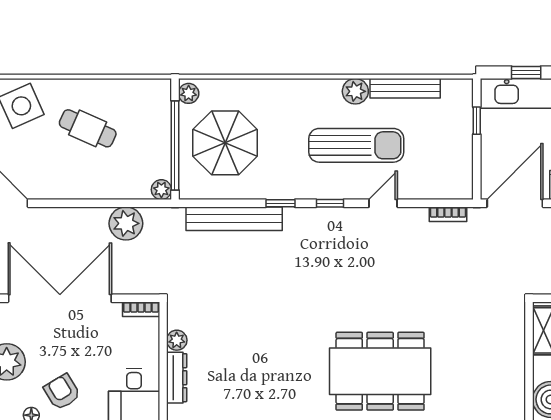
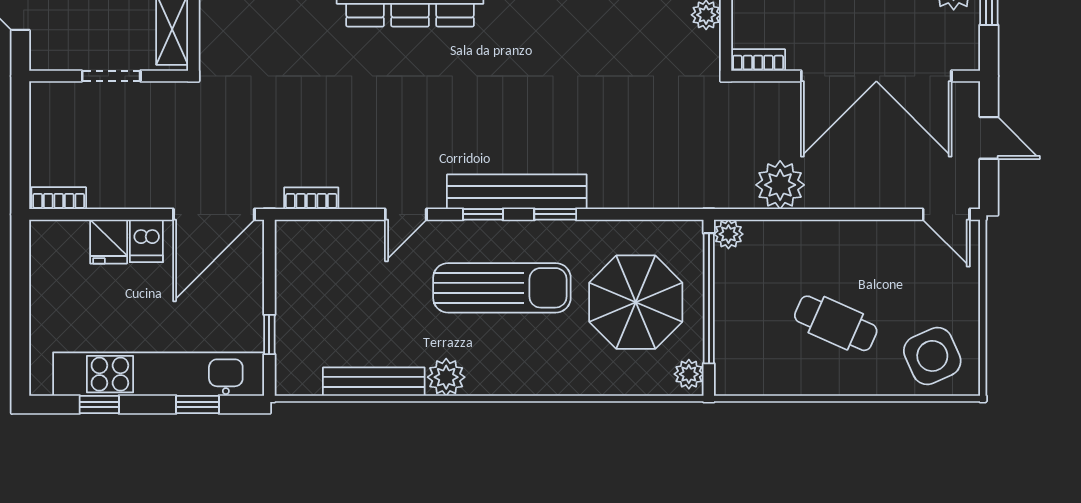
sun lounger: (356, 145) -> (502, 288), moved, turned 180
bench: (234, 219) -> (517, 192), moved

